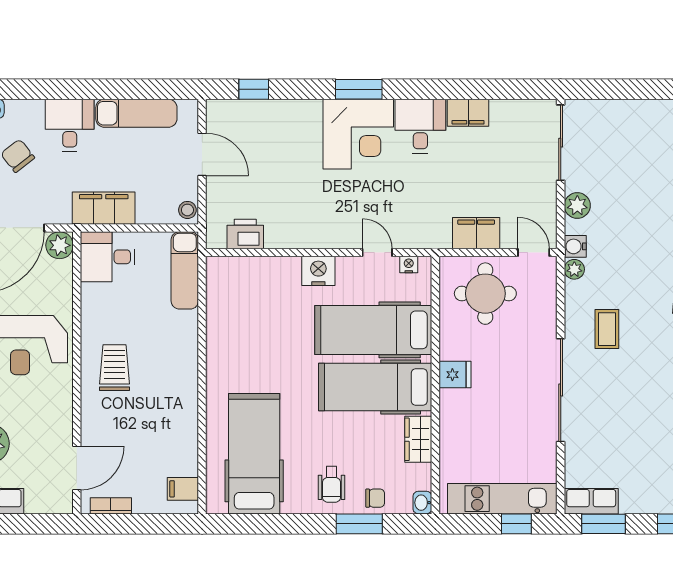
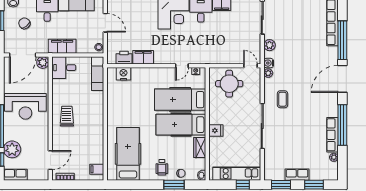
filing cabinet: (476, 233) -> (143, 57), moved
door: (377, 253) -> (182, 66), swing flipped
nightstand: (318, 271) -> (123, 74), moved
fridge: (455, 375) -> (216, 130), moved
row of seats: (591, 501) -> (297, 175), moved

